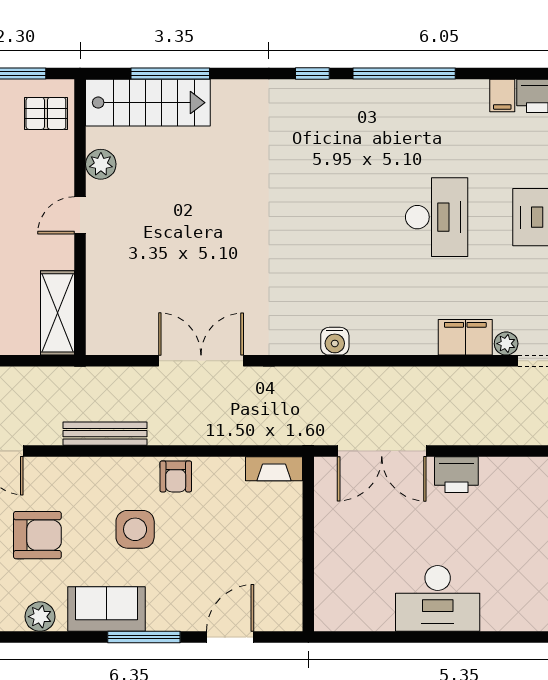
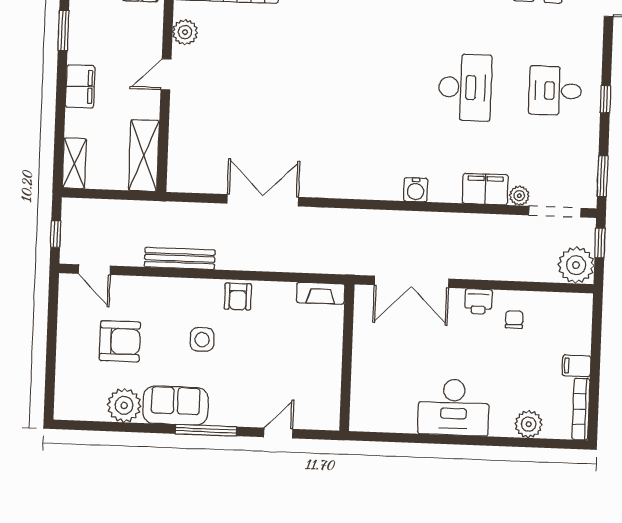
water cooler: (335, 341) -> (416, 190), moved
printer: (456, 475) -> (478, 301), width x0.73, depth x0.81
chair: (506, 491) -> (514, 320), added
side table: (135, 529) -> (202, 340), width x0.73, depth x0.73
plant: (528, 615) -> (529, 424), added
plant: (40, 617) -> (124, 405), width x1.36, depth x1.36
door: (230, 637) -> (278, 433), width x0.73

